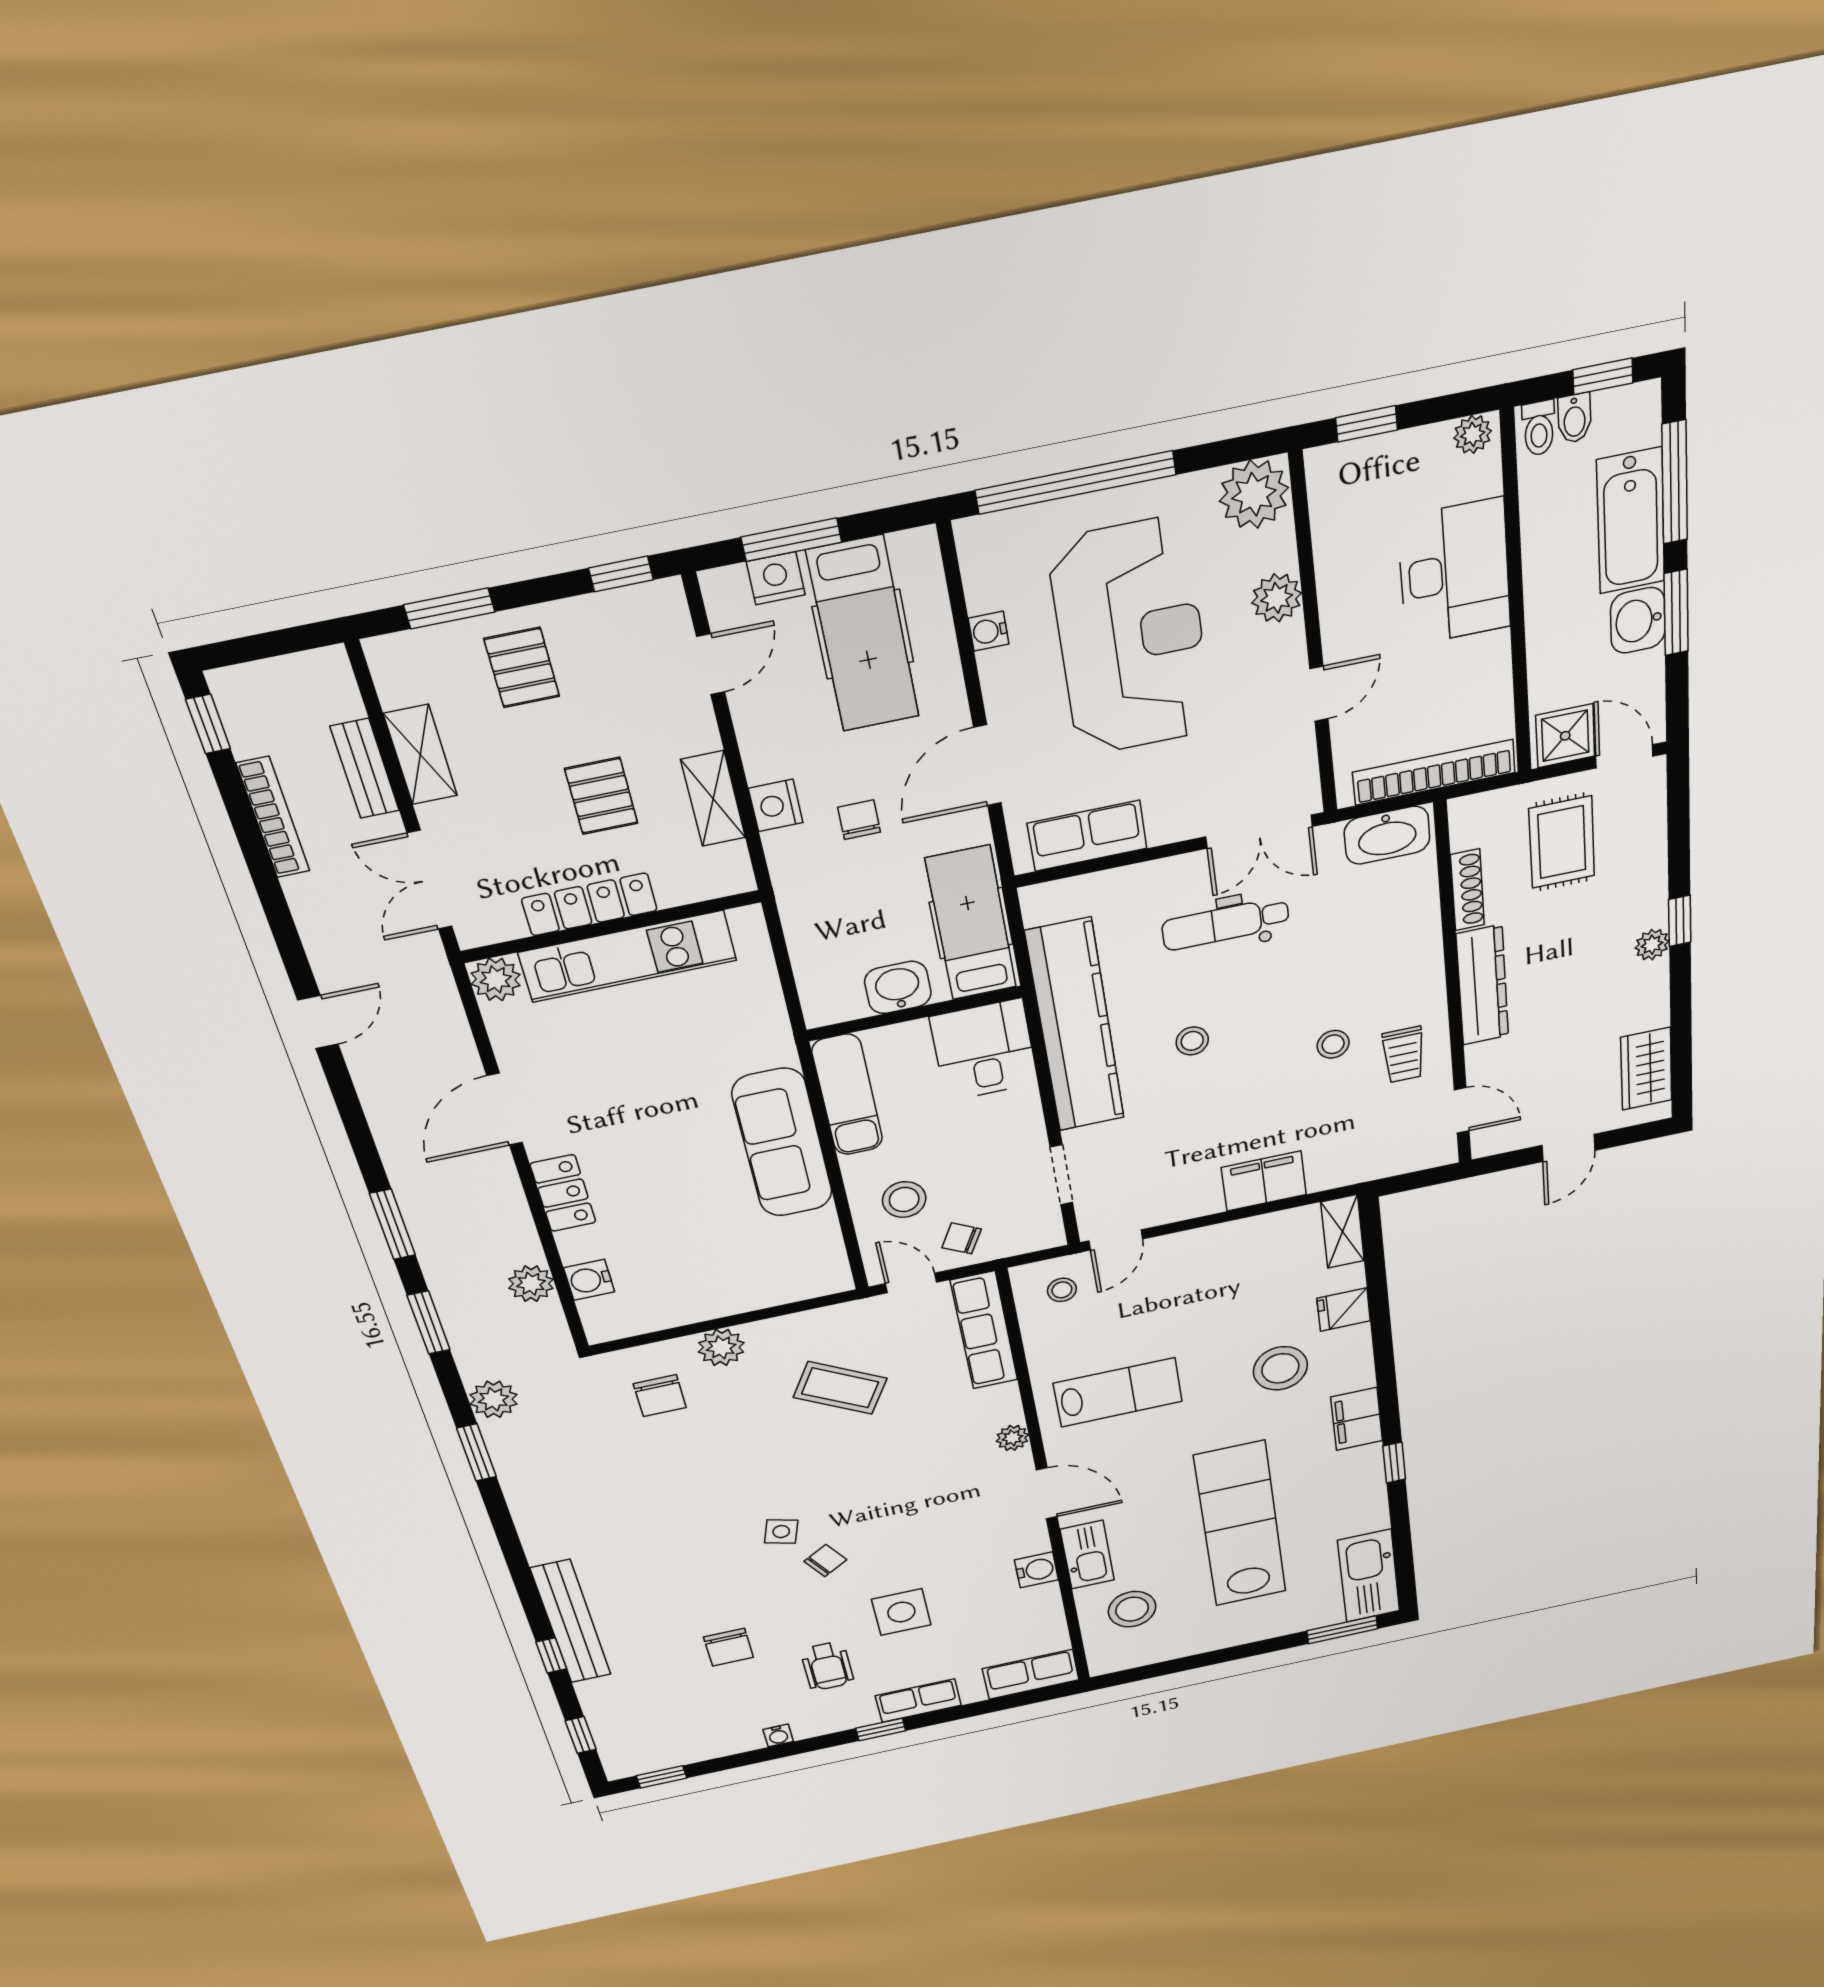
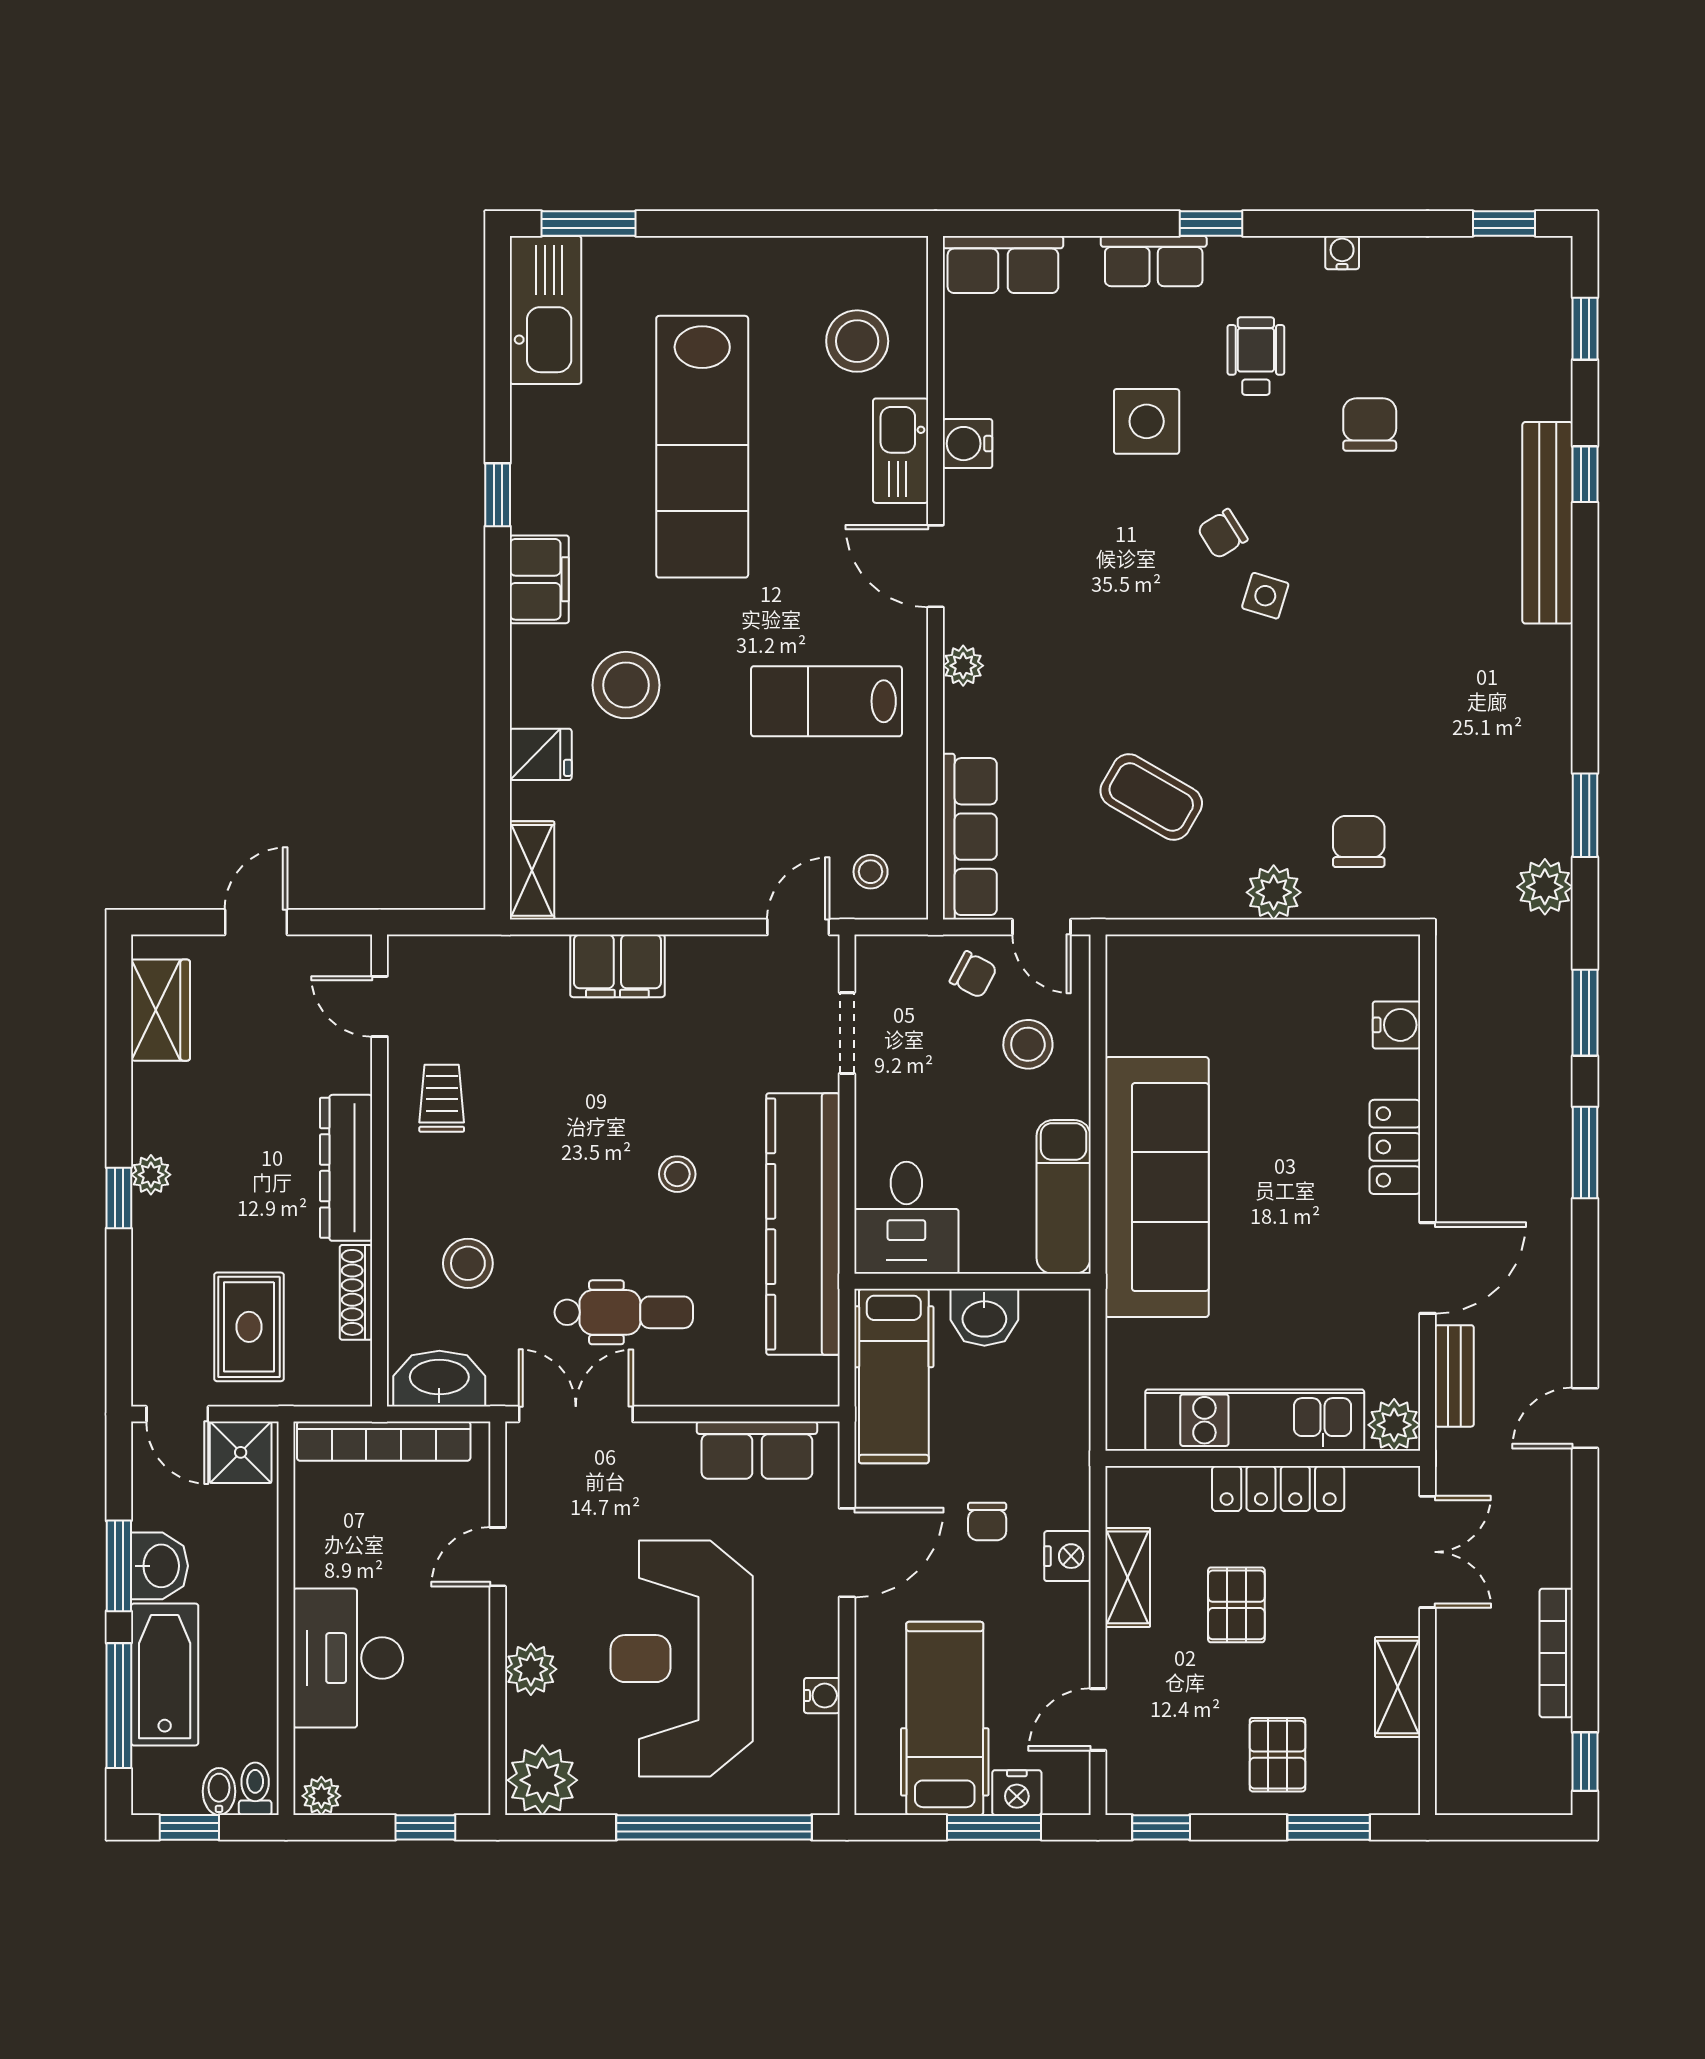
bench: (365, 769) -> (1454, 1376), moved
stool: (1333, 1044) -> (468, 1263), moved, width x1.37, depth x1.37
sofa: (782, 1143) -> (1157, 1187), width x1.36, depth x1.27
plant: (531, 1284) -> (1461, 1036), removed

